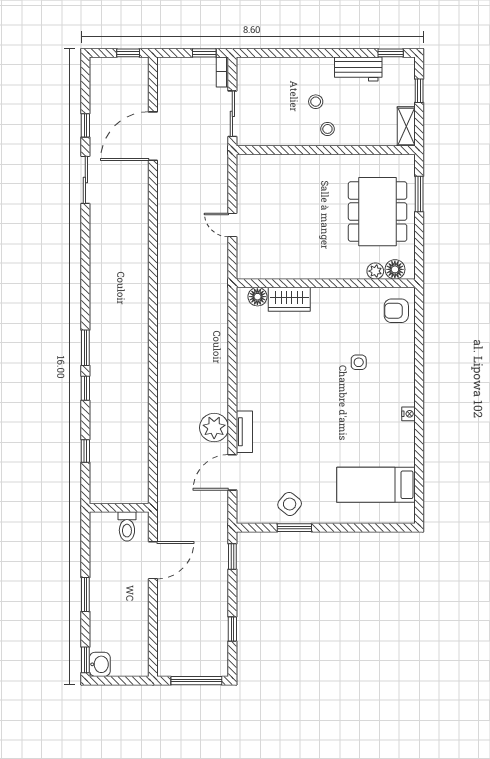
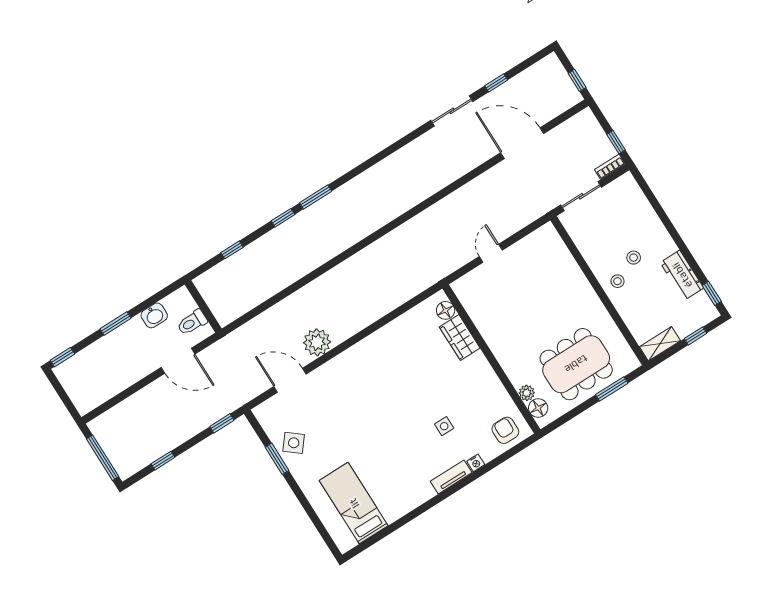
nightstand: (409, 414) -> (476, 463), moved
tv unit: (244, 432) -> (451, 477), moved, turned 180
washbasin: (100, 664) -> (154, 315), moved

